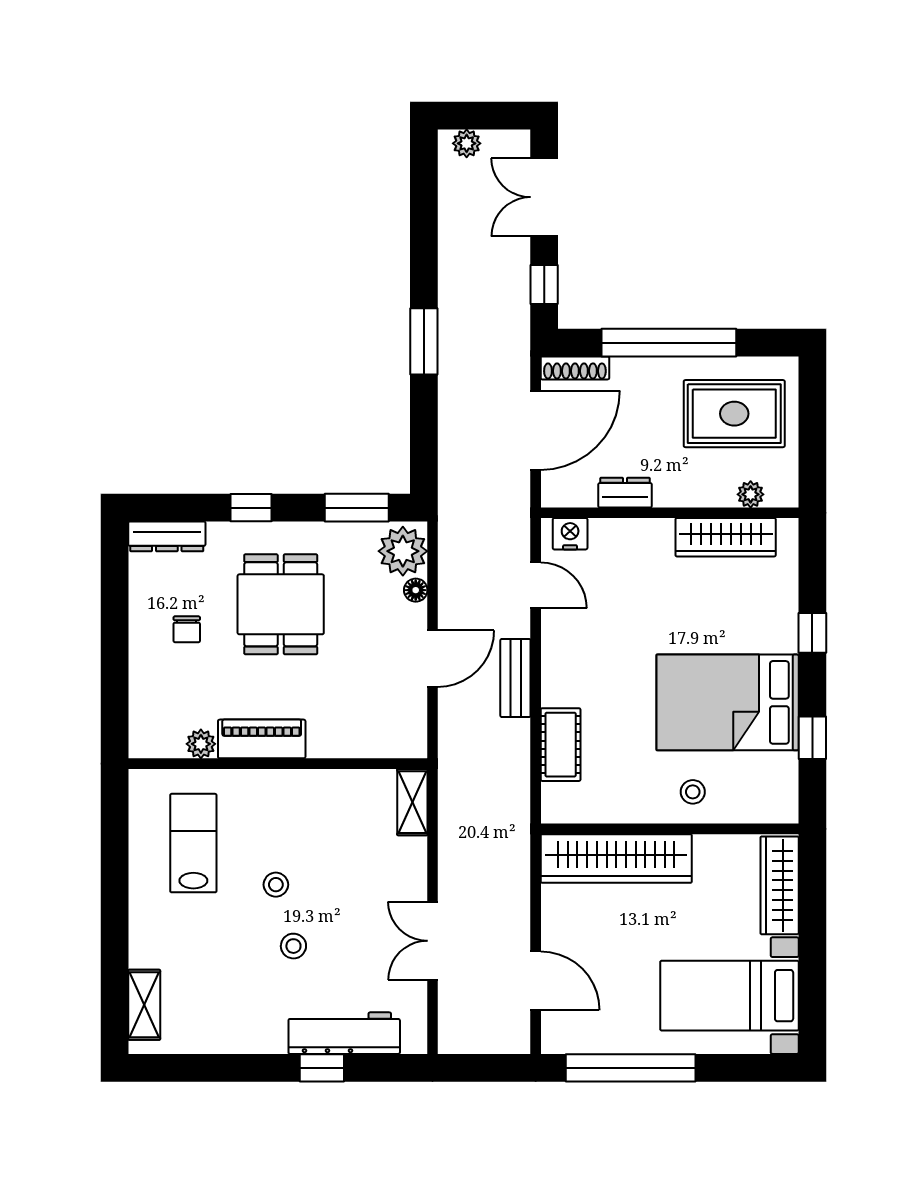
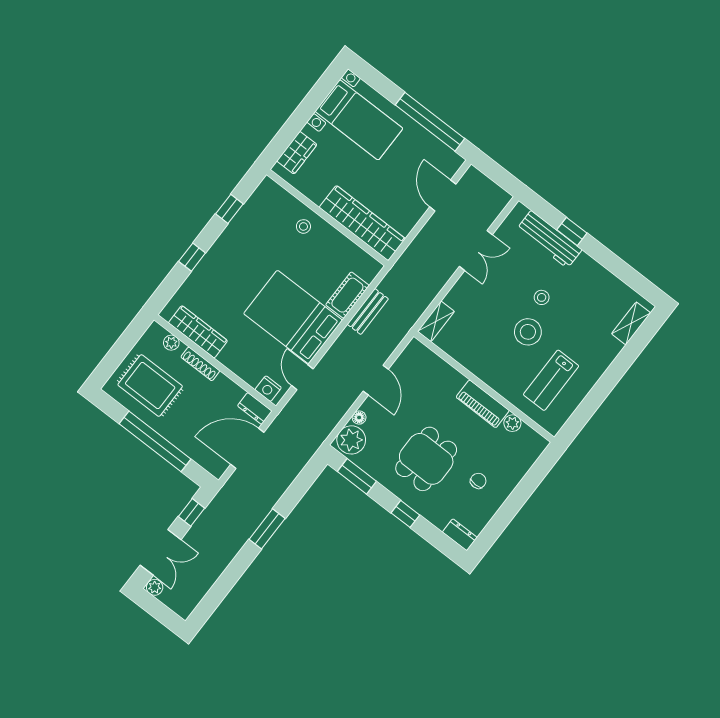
plant: (467, 143) -> (155, 587), moved
shoe rack: (575, 368) -> (200, 364), moved, turned 180
dresser: (625, 493) -> (255, 408), moved
dresser: (167, 536) -> (460, 535), width x0.70
door: (432, 659) -> (376, 380), swing flipped
bench: (515, 678) -> (368, 312), moved
bed: (728, 702) -> (293, 317), moved, turned 180
stool: (276, 885) -> (528, 332), width x1.89, depth x1.89
wardrobe: (780, 885) -> (297, 153), width x0.67

